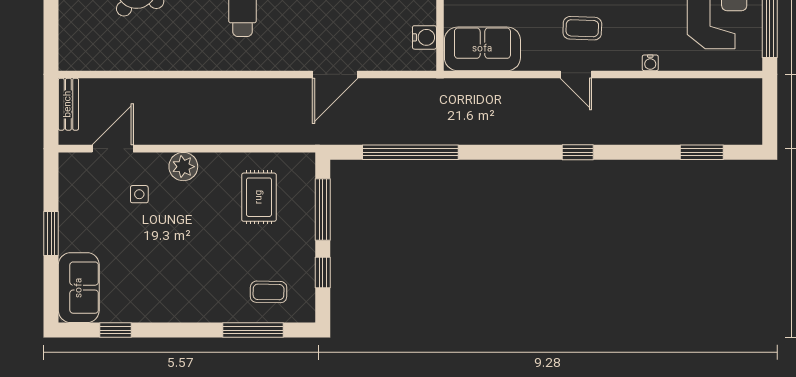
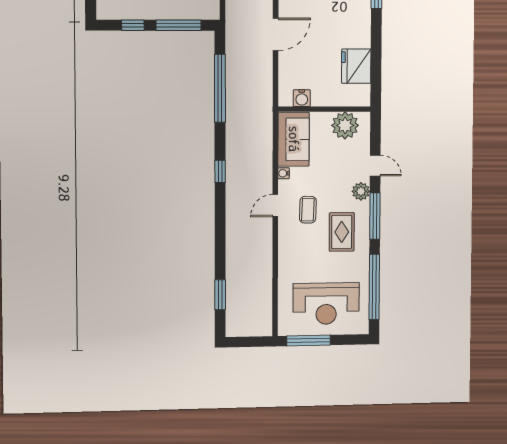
water cooler: (650, 63) -> (284, 173), moved
door: (335, 74) -> (276, 34), swing flipped
window: (578, 152) -> (220, 171), moved

